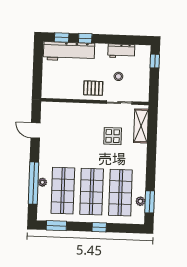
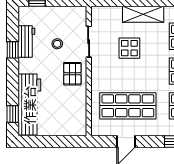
window: (85, 38) -> (13, 50), moved
shelving: (141, 126) -> (143, 14), moved
shop shelf: (65, 133) -> (128, 106), added

